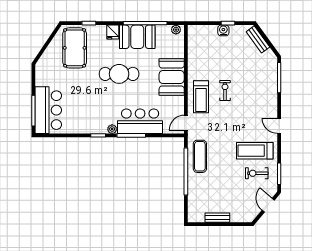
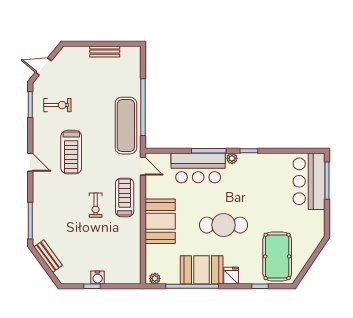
bench: (258, 39) -> (48, 256), moved
door: (186, 123) -> (143, 166), hinge flipped
treadmill: (255, 151) -> (71, 152), moved, turned 90
exercise mat: (200, 156) -> (126, 126), width x1.36, depth x1.45
door: (268, 205) -> (43, 66), swing flipped

